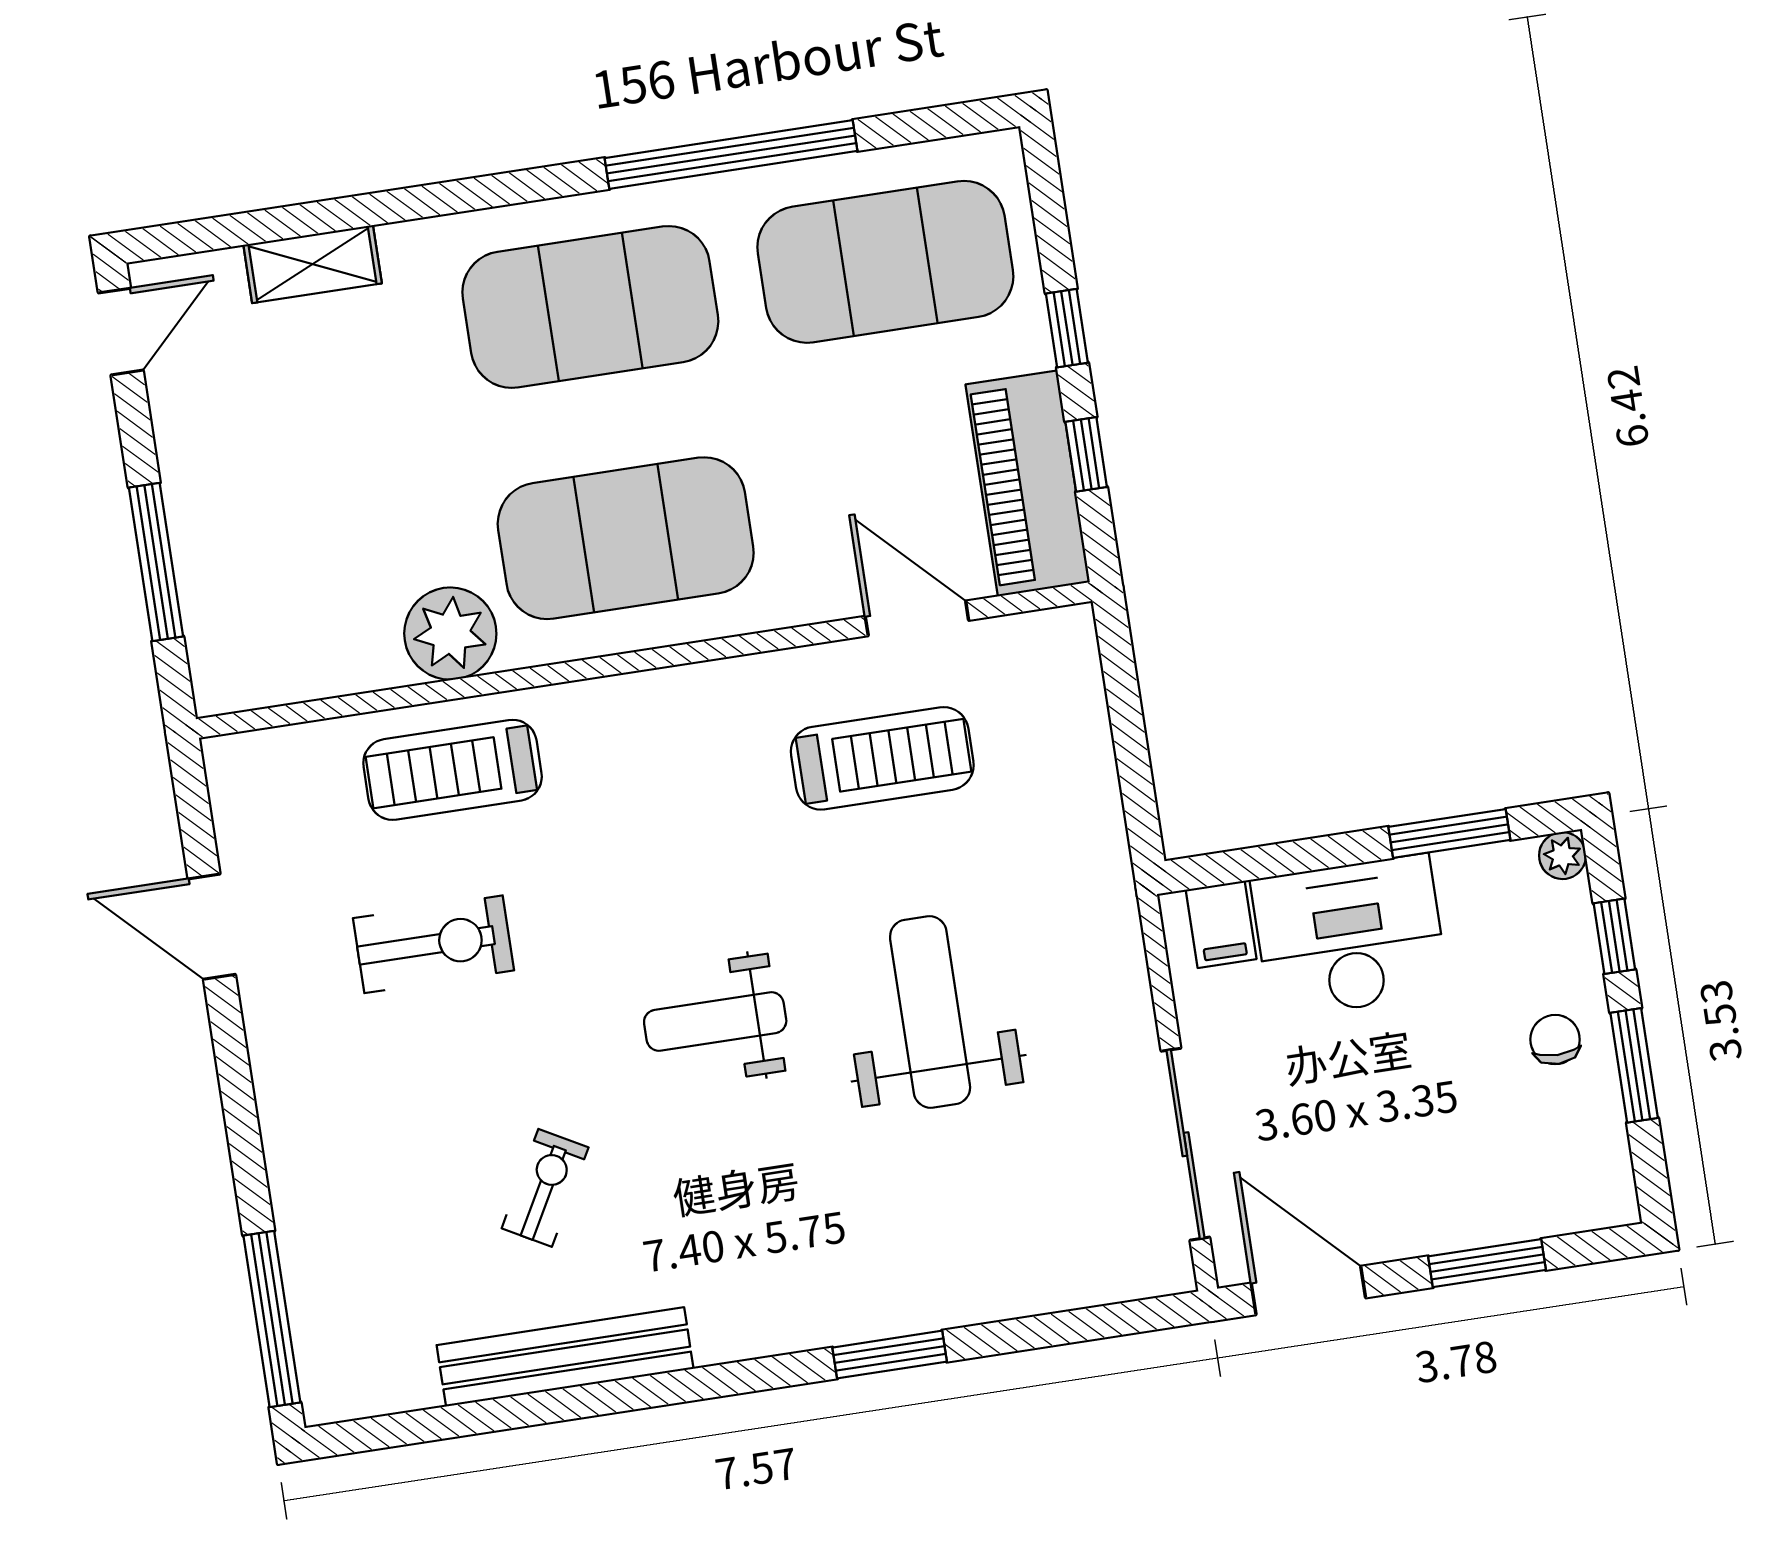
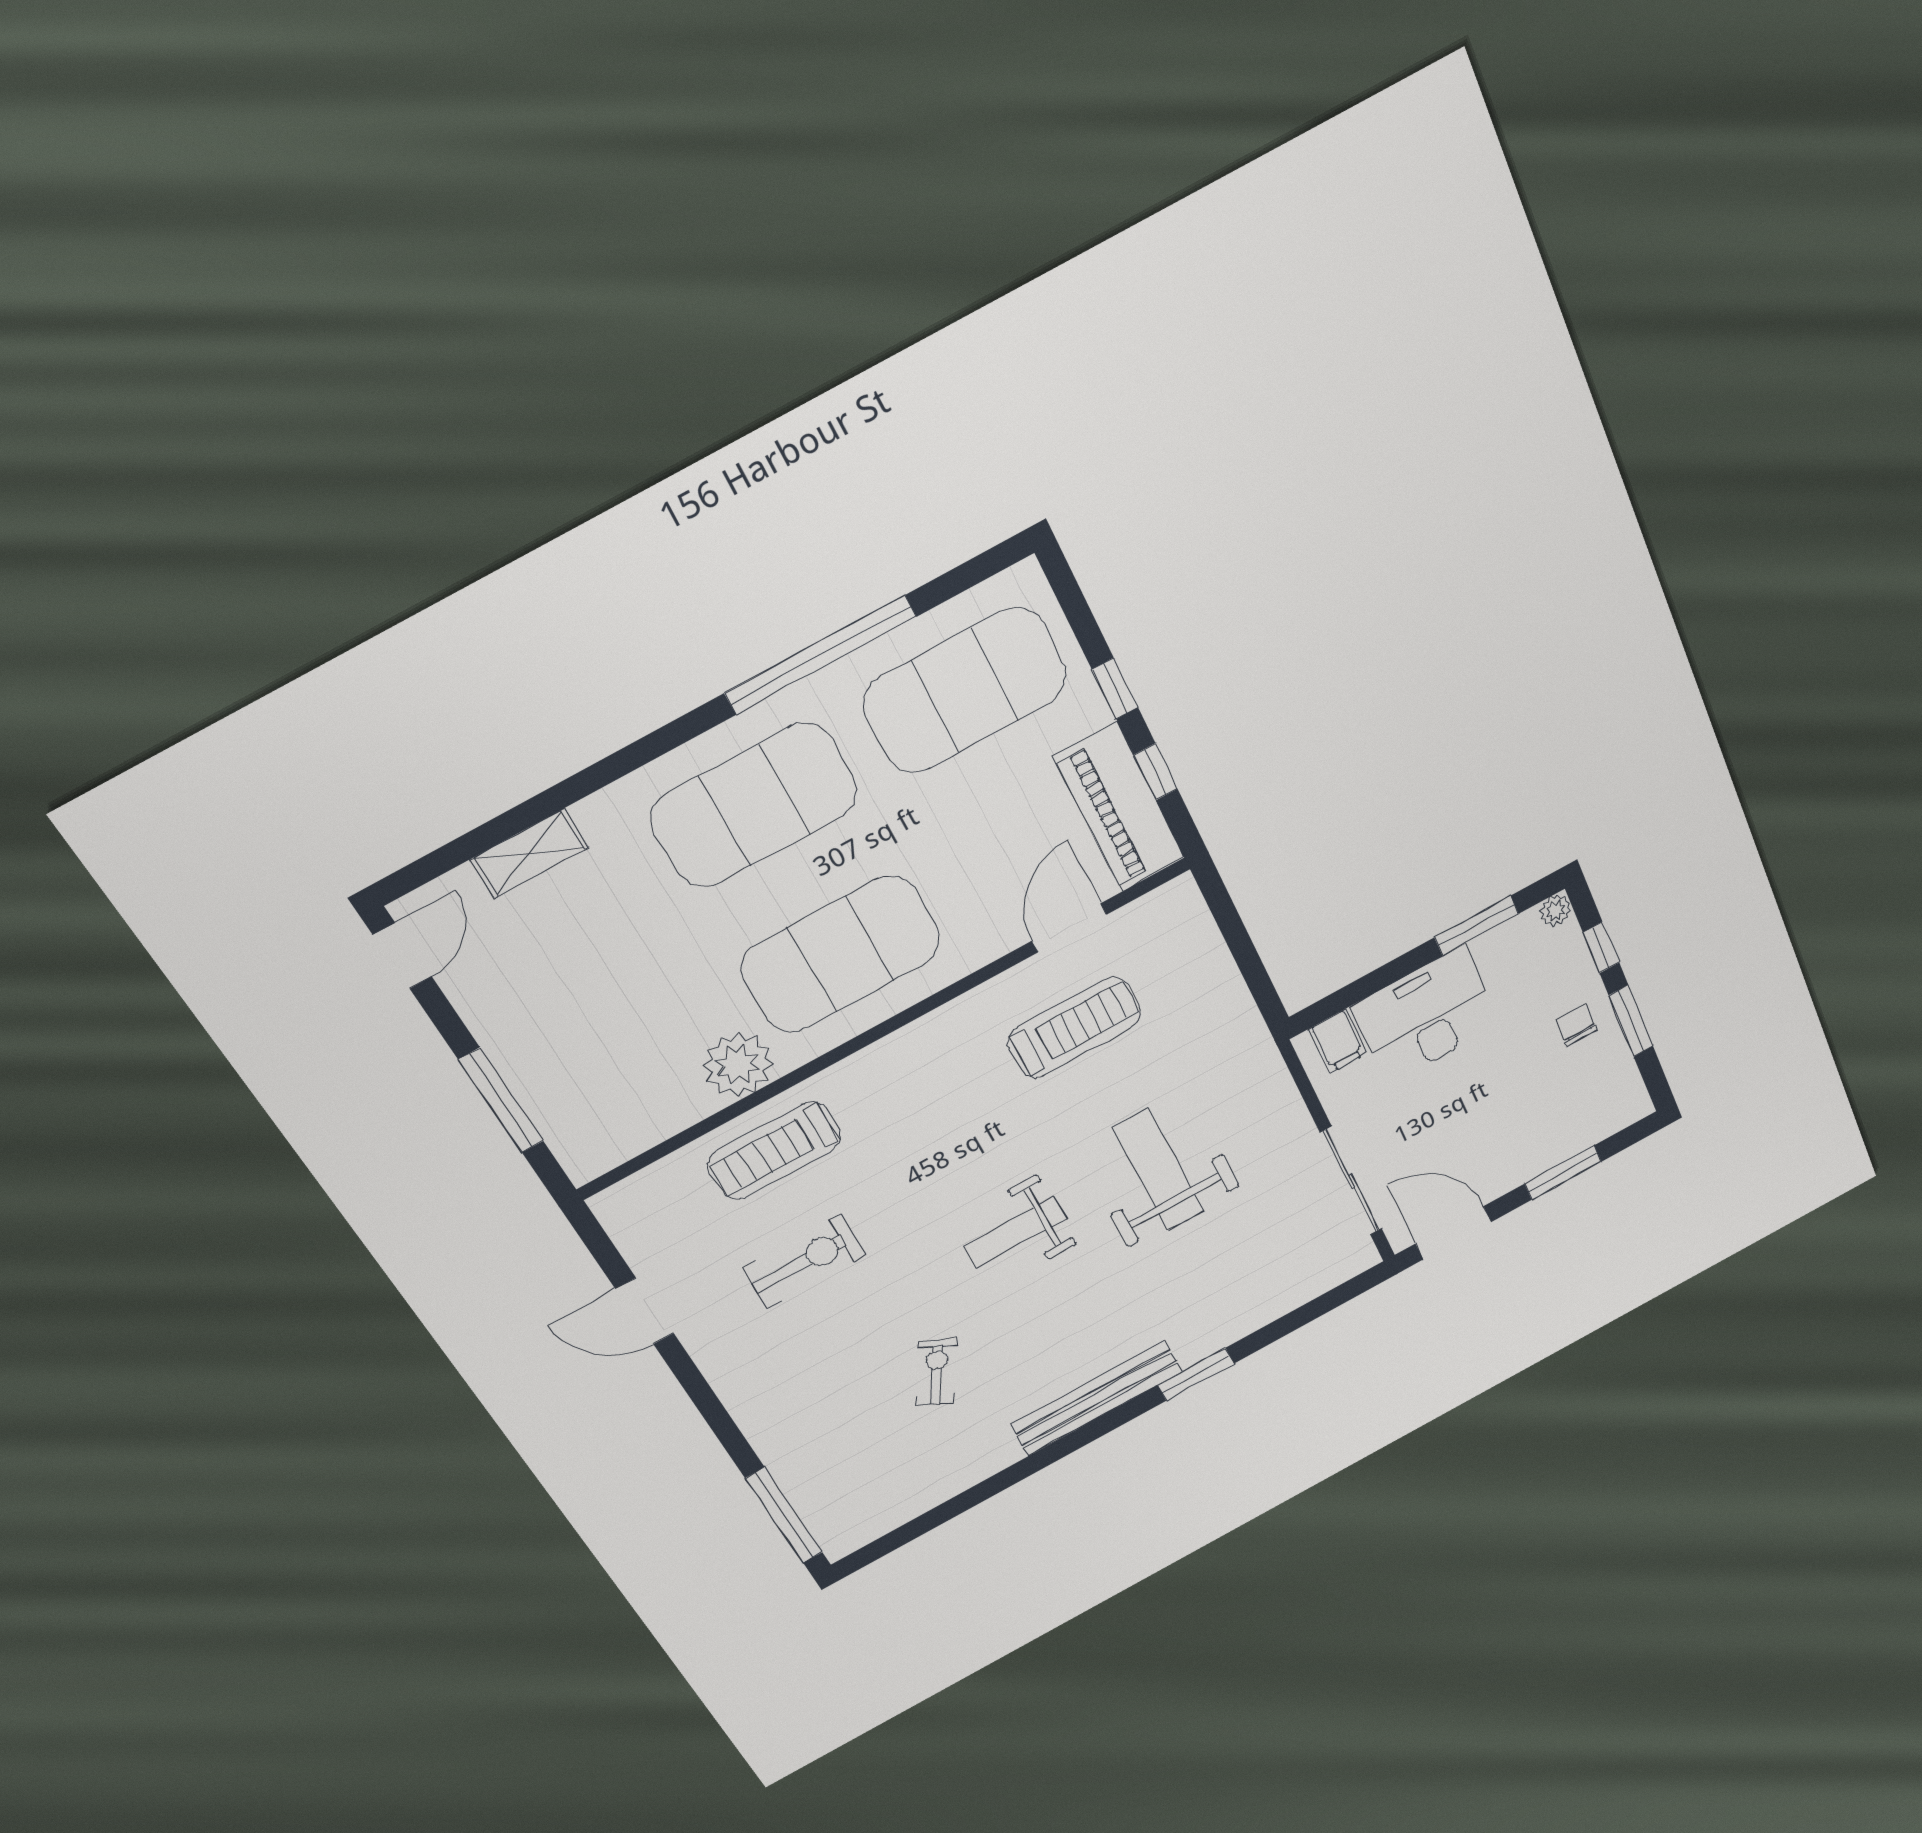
door: (917, 618) -> (1069, 928), hinge flipped
bench: (565, 1357) -> (1096, 1398), moved

